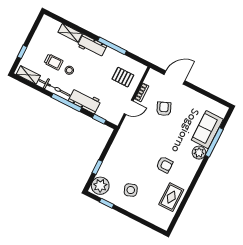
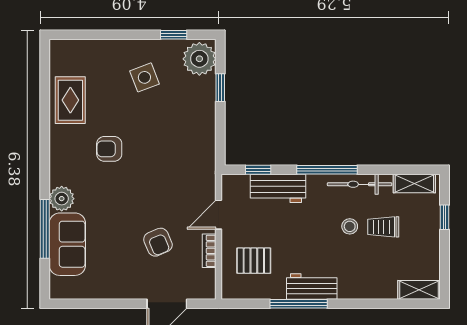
shelving: (70, 33) -> (419, 290), moved
workbench: (92, 46) -> (312, 286), moved
workbench: (85, 101) -> (278, 188), moved

